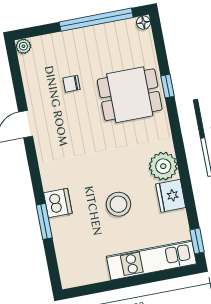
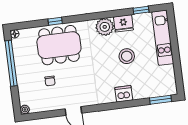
dining table: (130, 95) -> (59, 45), width x1.38
window: (44, 221) -> (161, 100), moved
window: (197, 241) -> (141, 10), moved

